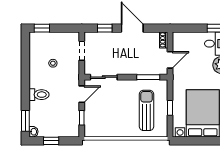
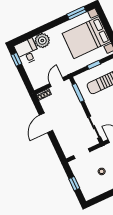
window: (42, 28) -> (74, 184), moved
window: (105, 28) -> (56, 144), removed
door: (170, 60) -> (57, 82), hinge flipped

